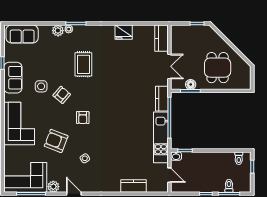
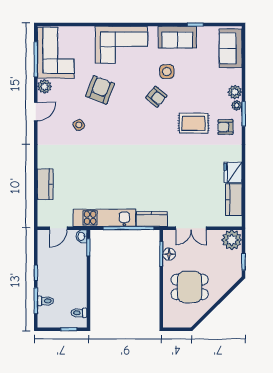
plant: (179, 33) -> (232, 240), added
kitchen counter: (161, 38) -> (234, 200), moved, turned -90
armchair: (83, 118) -> (225, 127), moved

